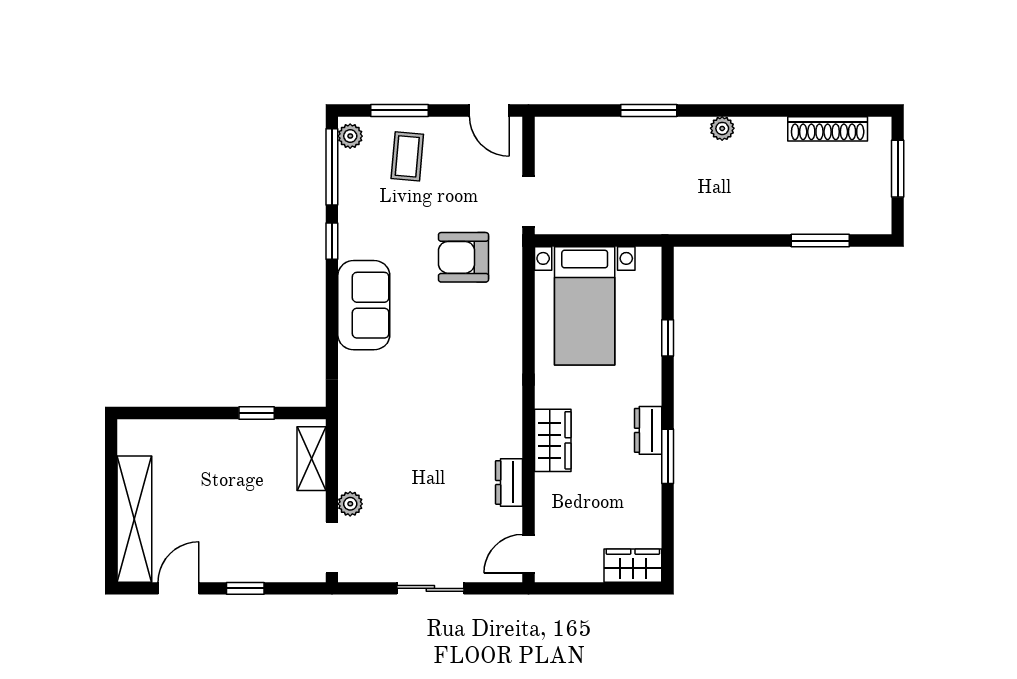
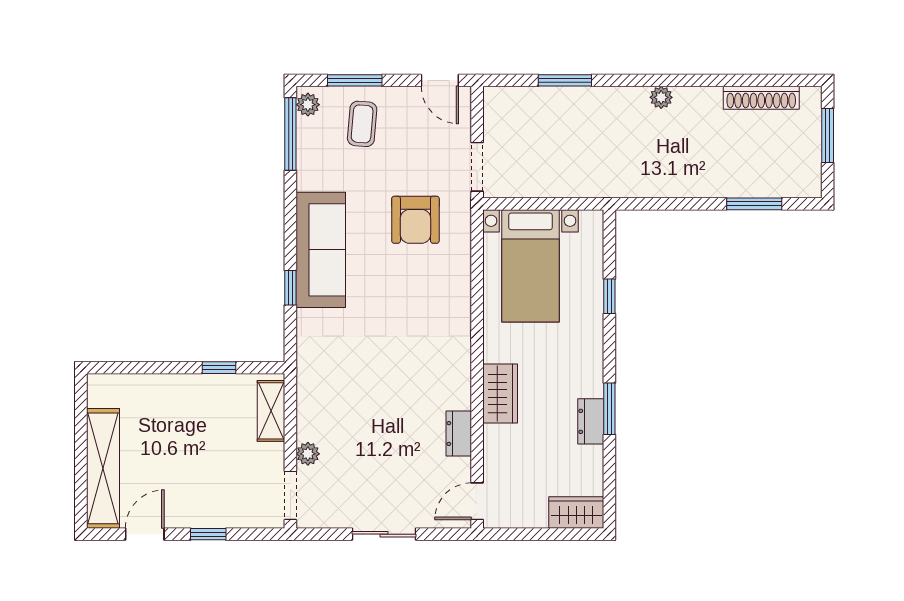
window: (649, 110) -> (565, 80), moved
window: (332, 241) -> (290, 288), moved
armchair: (464, 257) -> (415, 220), turned -90
sofa: (364, 305) -> (321, 250), width x1.36
dresser: (648, 430) -> (591, 421), moved

